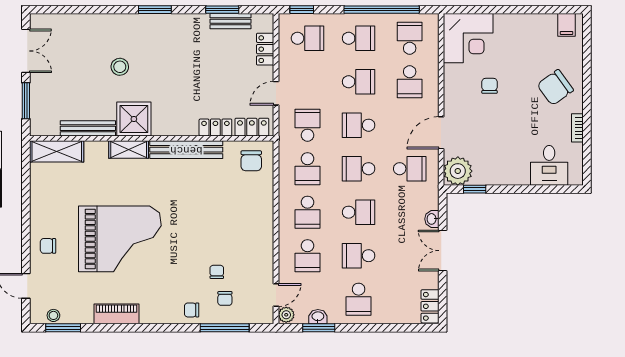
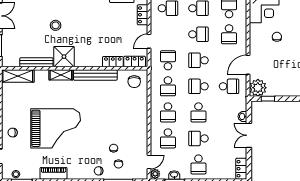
school desk: (359, 212) -> (198, 112), turned 90

